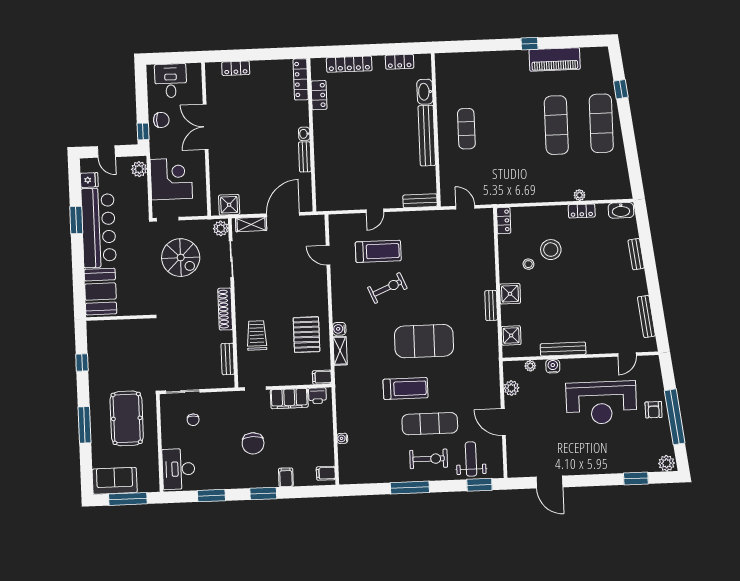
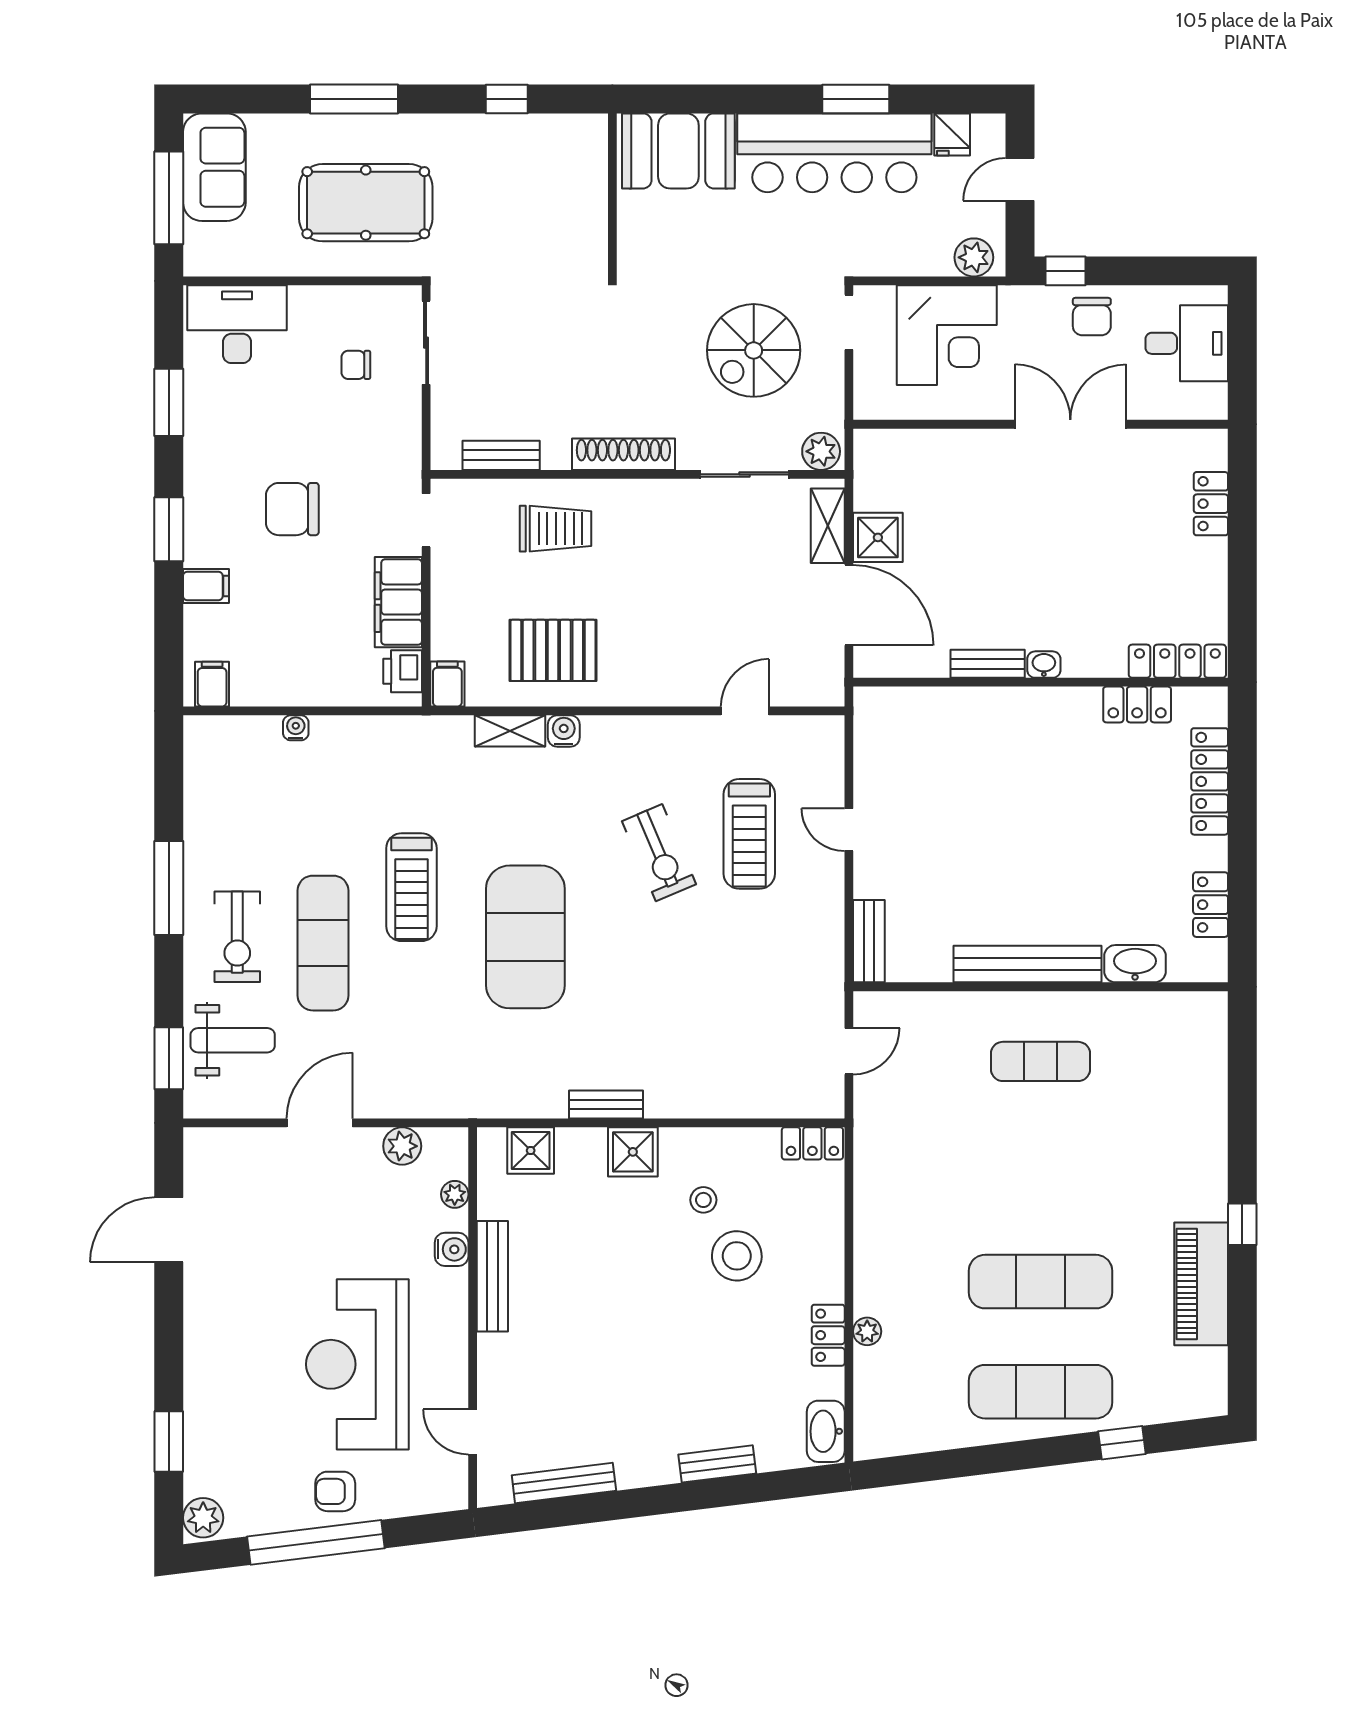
shower: (229, 205) -> (878, 537), moved

